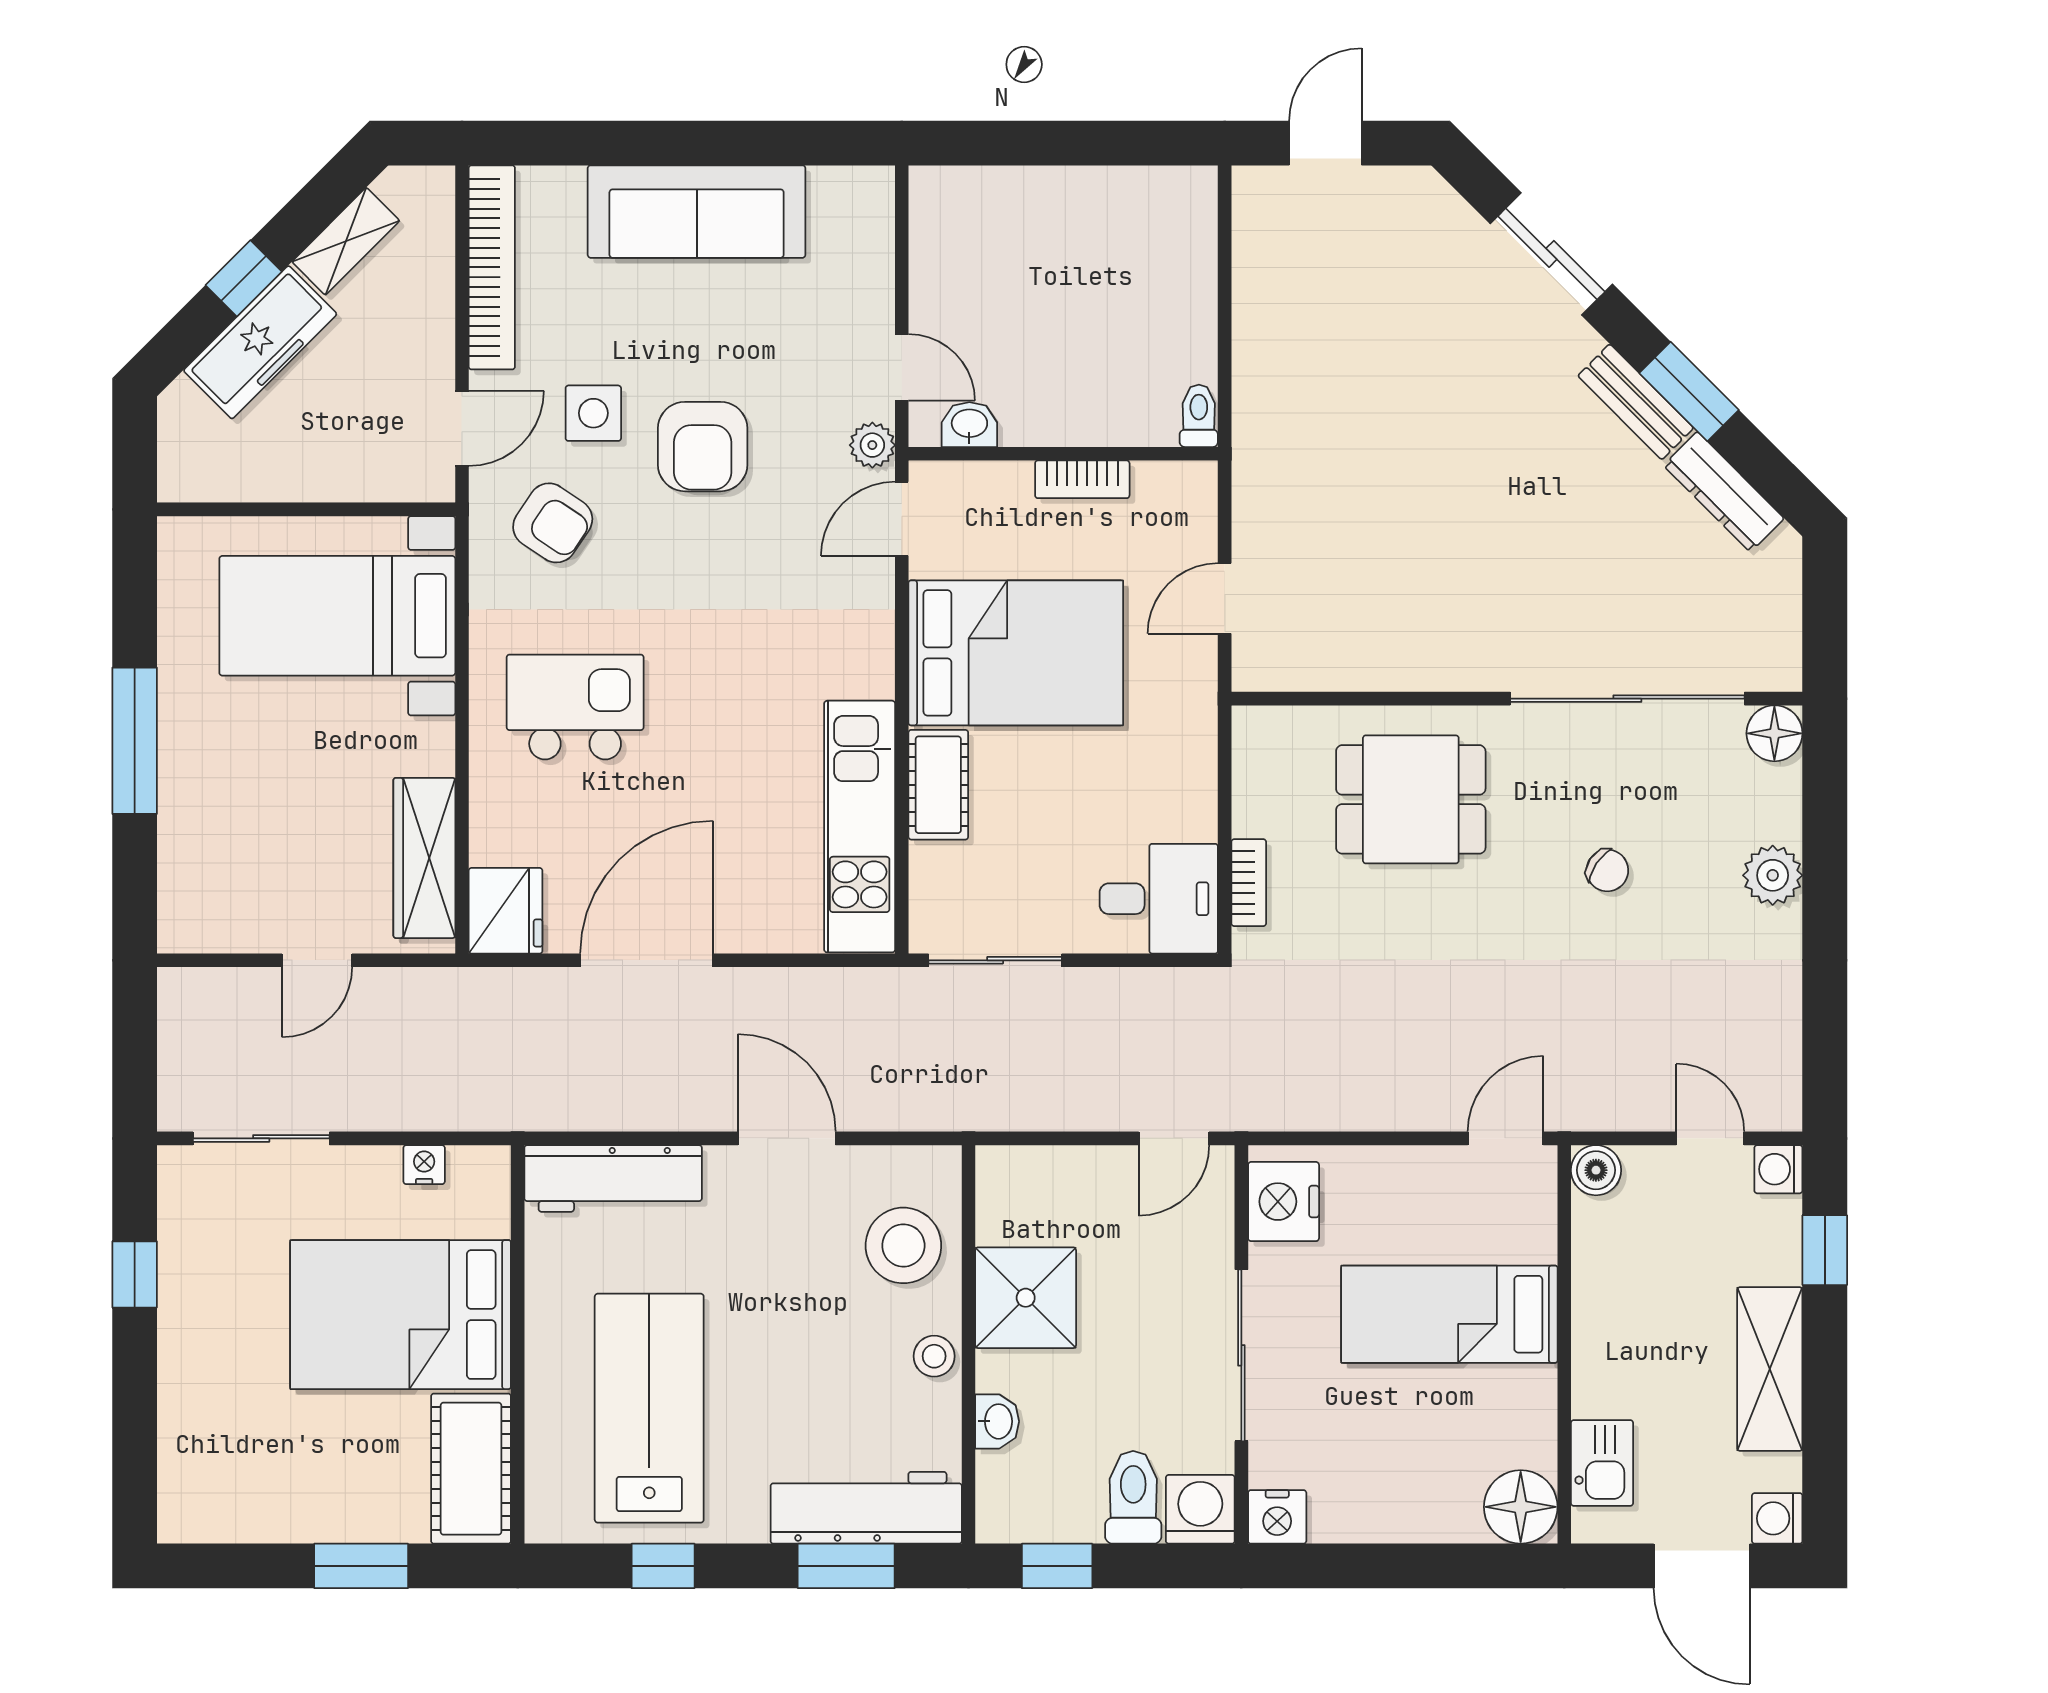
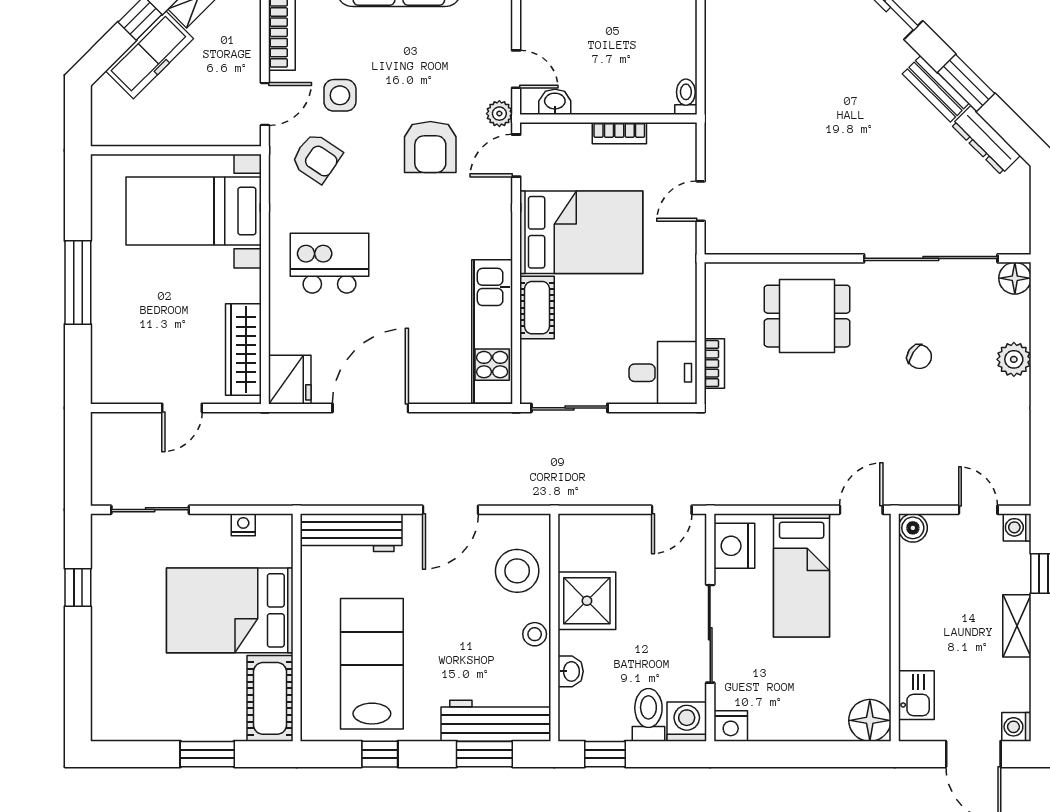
armchair: (703, 447) -> (430, 147), moved
door: (787, 1138) -> (450, 510), swing flipped
bed: (1449, 1314) -> (802, 575), moved, turned -90
shelving: (1770, 1369) -> (1017, 626), width x0.67, depth x0.75

